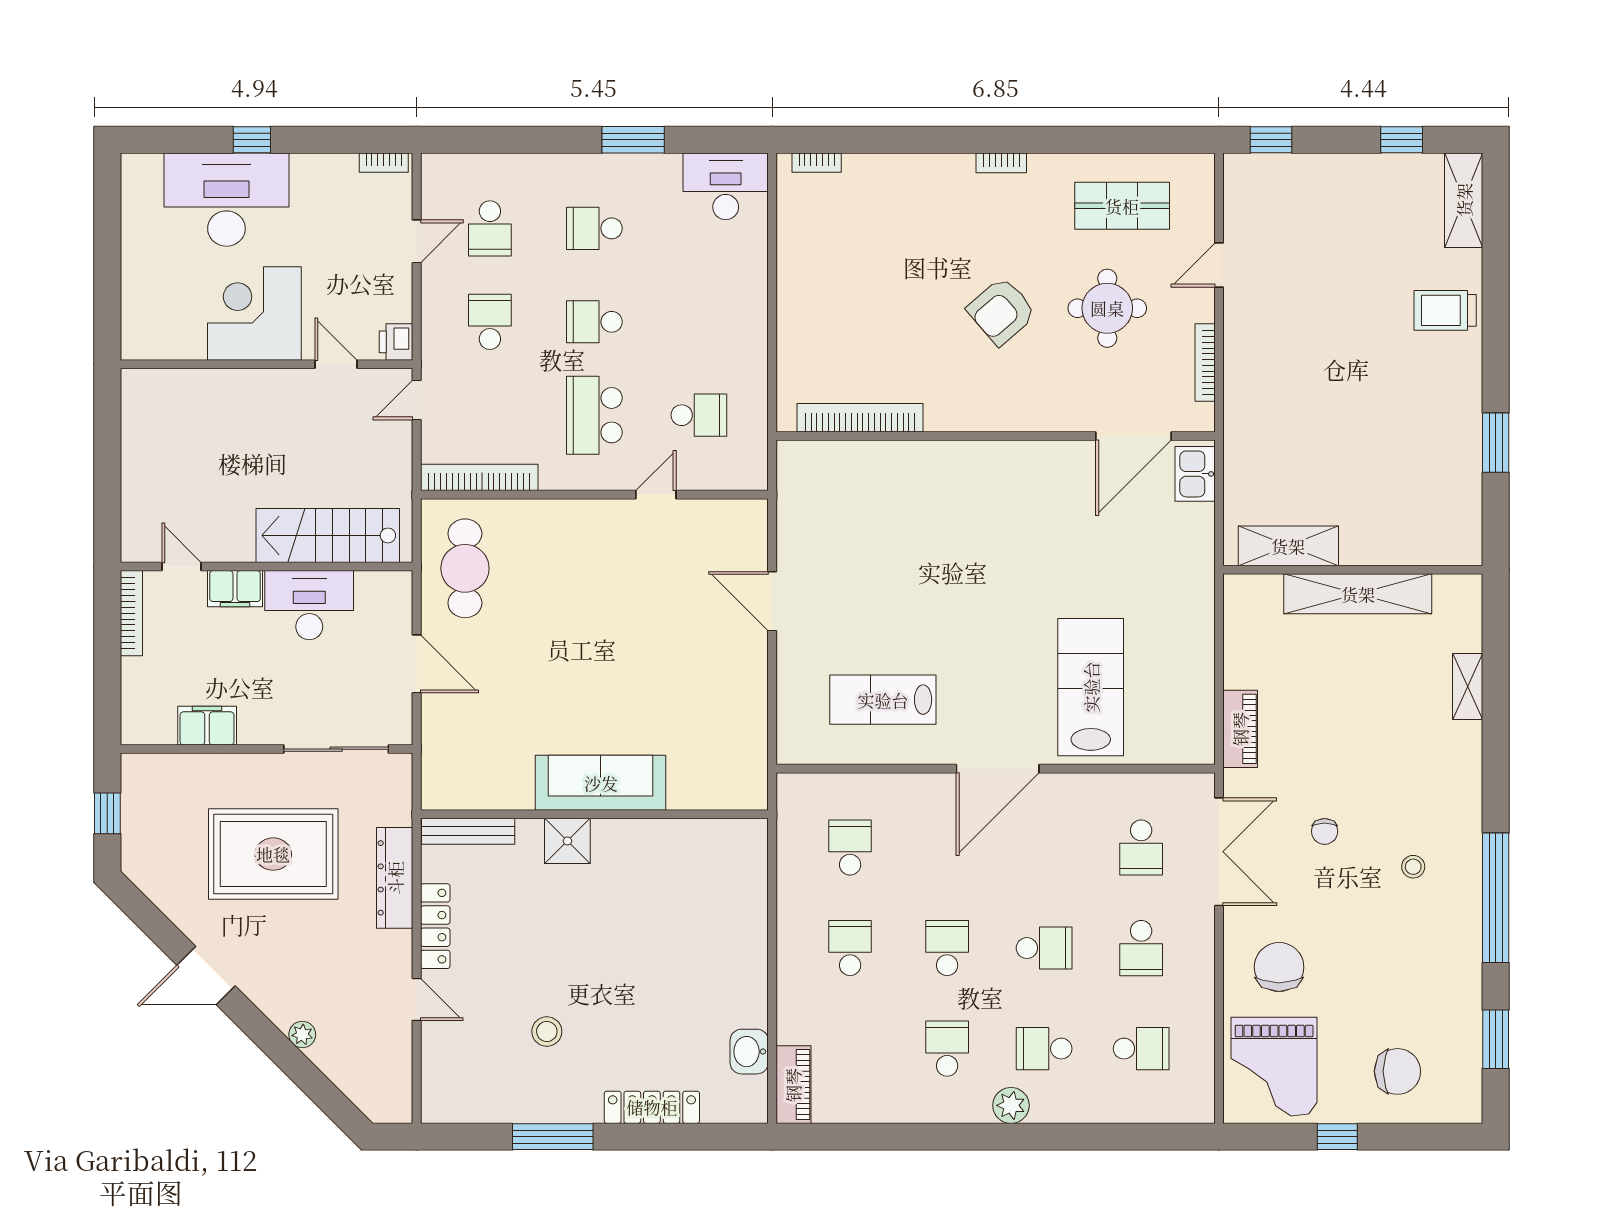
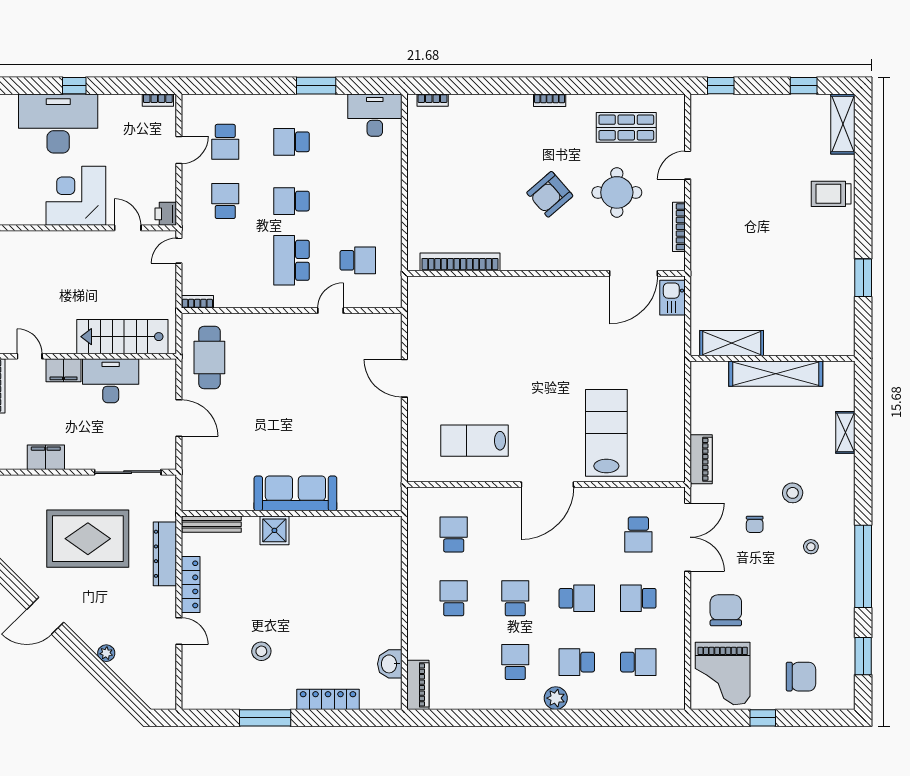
bookcase: (479, 477) -> (197, 302), width x0.43, depth x0.76
stool: (1384, 782) -> (793, 493), added
school desk: (1141, 948) -> (638, 598), turned 90

